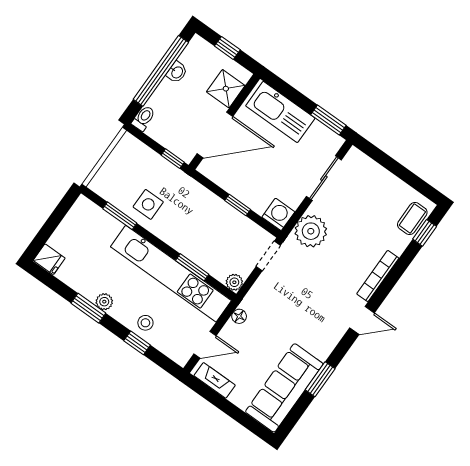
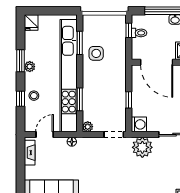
toilet: (144, 118) -> (139, 33), moved
window: (173, 159) -> (129, 30), moved
kitchen unit: (171, 274) -> (69, 76), width x1.36
door: (205, 345) -> (45, 135), swing flipped

